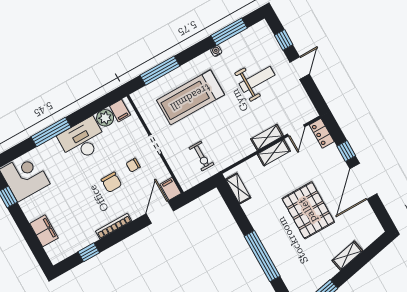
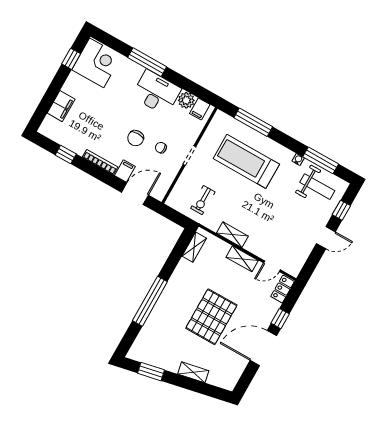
weight bench: (257, 79) -> (317, 187), moved
shelving: (267, 137) -> (232, 235), moved
filing cabinet: (171, 189) -> (125, 171), moved

